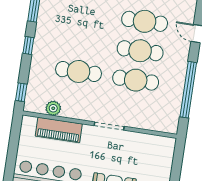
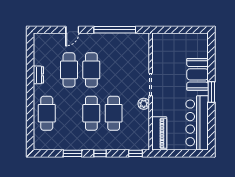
cafe table: (136, 80) -> (91, 113), moved
plant: (53, 108) -> (144, 104), moved
piano: (59, 130) -> (159, 133), moved

